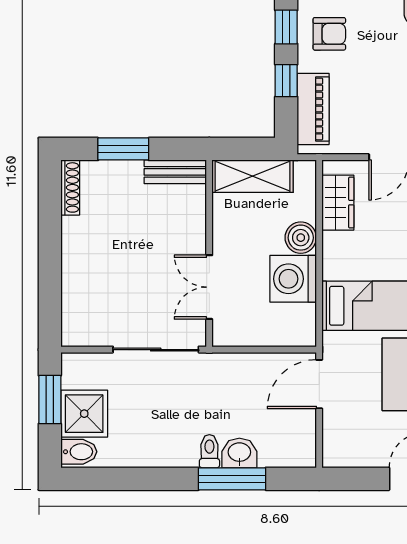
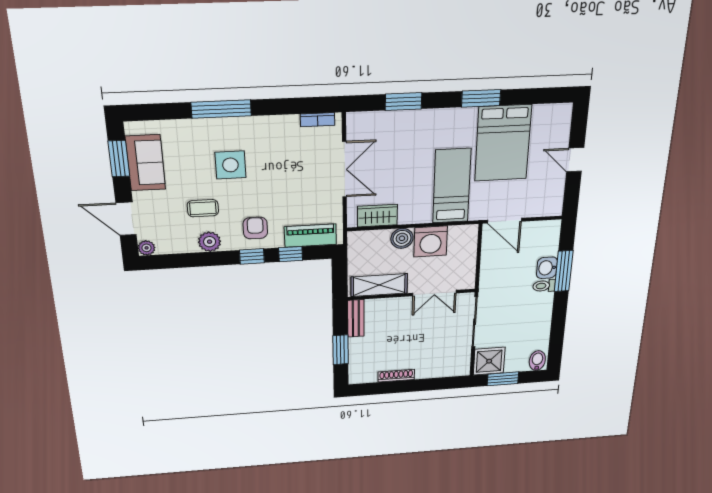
shelving: (253, 176) -> (379, 285), moved, turned 90
shoe rack: (70, 187) -> (396, 376), moved
shower: (84, 414) -> (489, 361), moved

